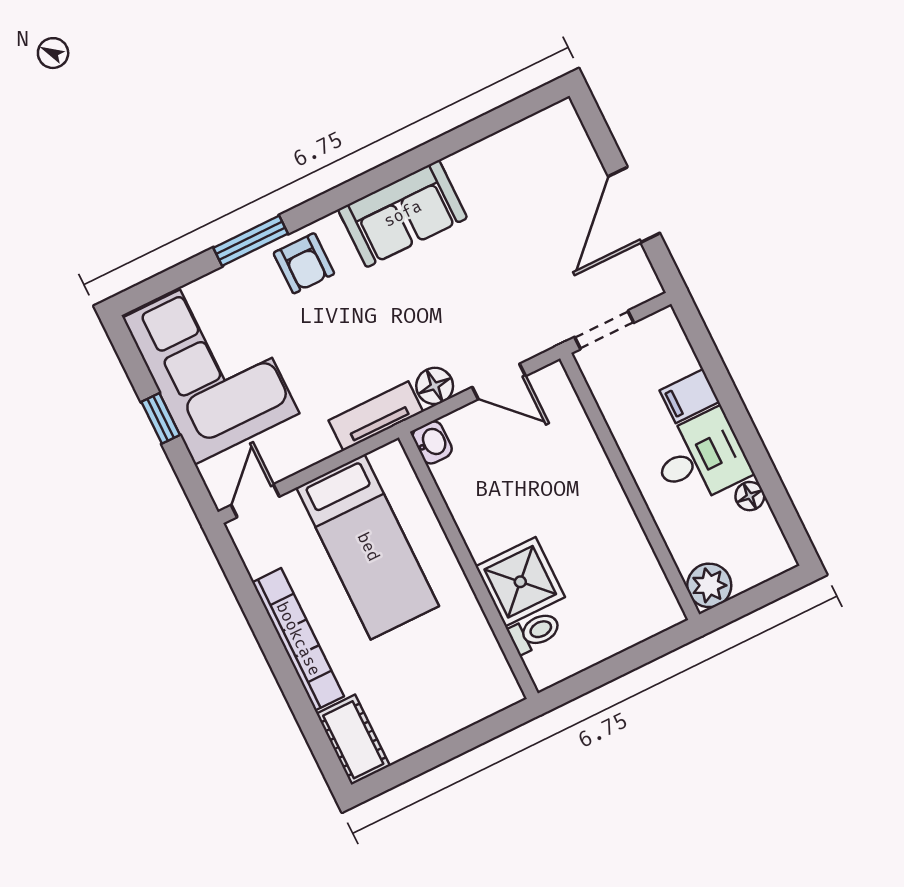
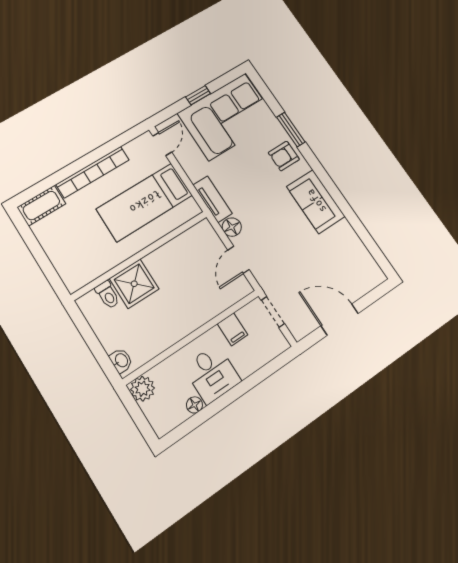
filing cabinet: (689, 396) -> (233, 329), moved, turned 180
washbasin: (432, 442) -> (121, 361), moved, turned -90
door: (255, 501) -> (162, 144), hinge flipped

